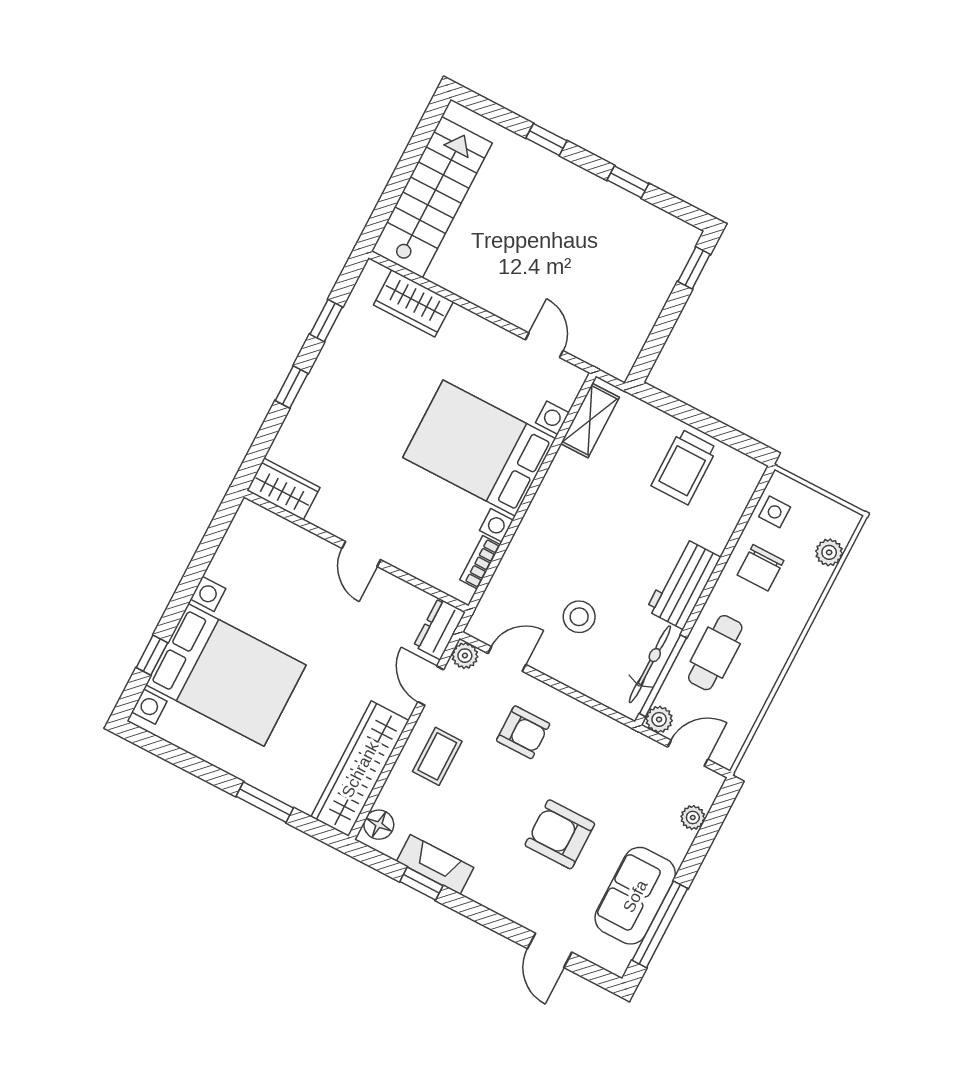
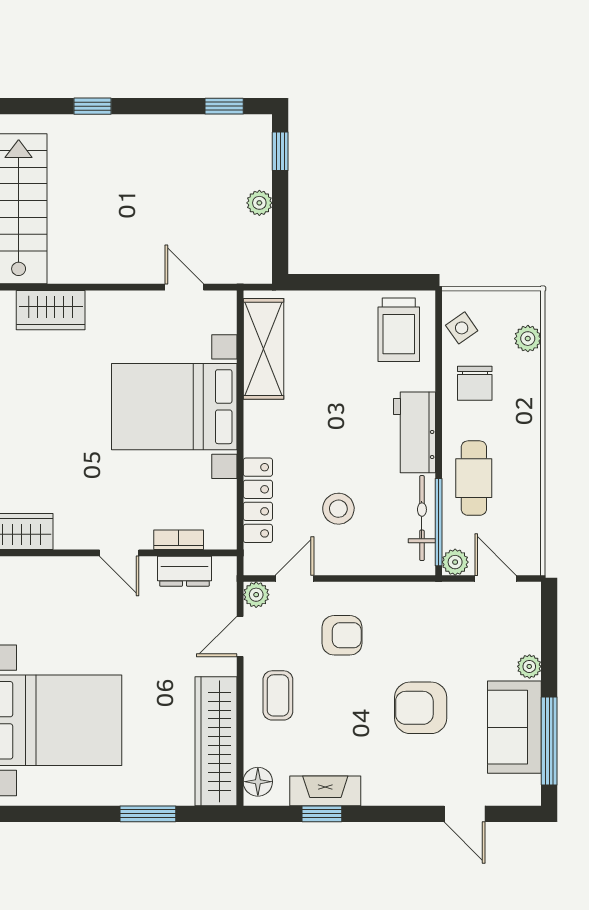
window: (628, 182) -> (224, 106), moved
plant: (651, 305) -> (259, 203), added
shelving: (590, 420) -> (264, 349), width x1.50, depth x1.33
trolley: (684, 467) -> (399, 330), moved
side table: (775, 512) -> (462, 328), turned -35
bookcase: (480, 562) -> (179, 540), moved, turned 90
locker: (511, 572) -> (258, 500), added
dresser: (439, 629) -> (184, 571), moved, turned -90
door: (431, 686) -> (240, 637), hinge flipped
door: (688, 753) -> (495, 579), hinge flipped
plant: (693, 817) -> (529, 666), moved

